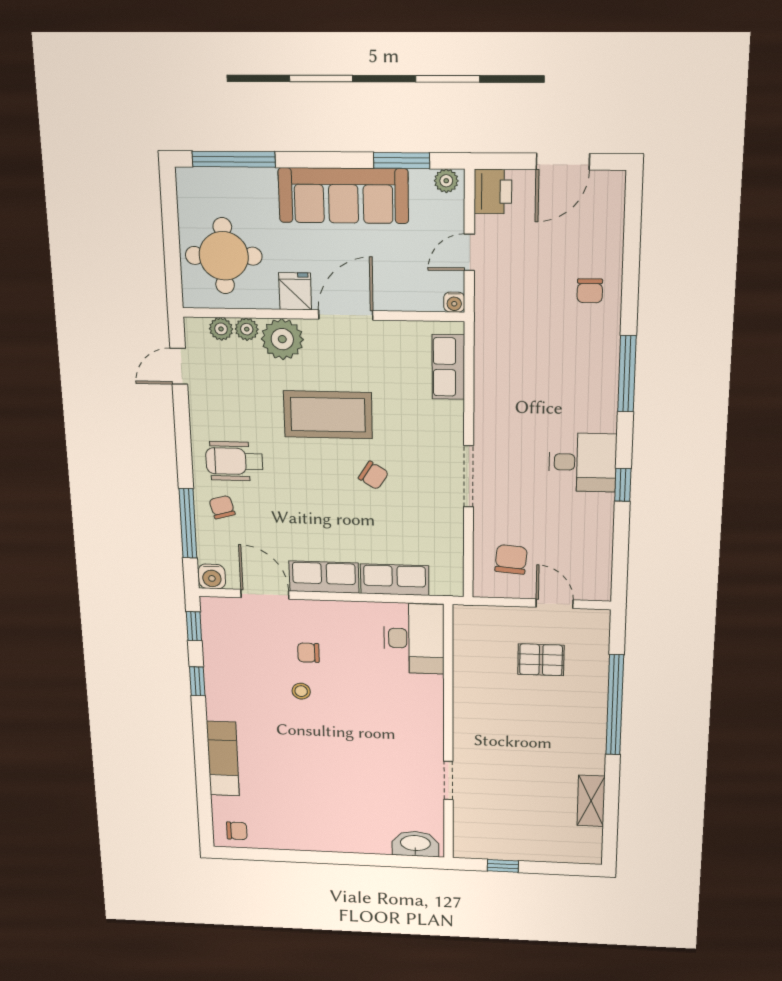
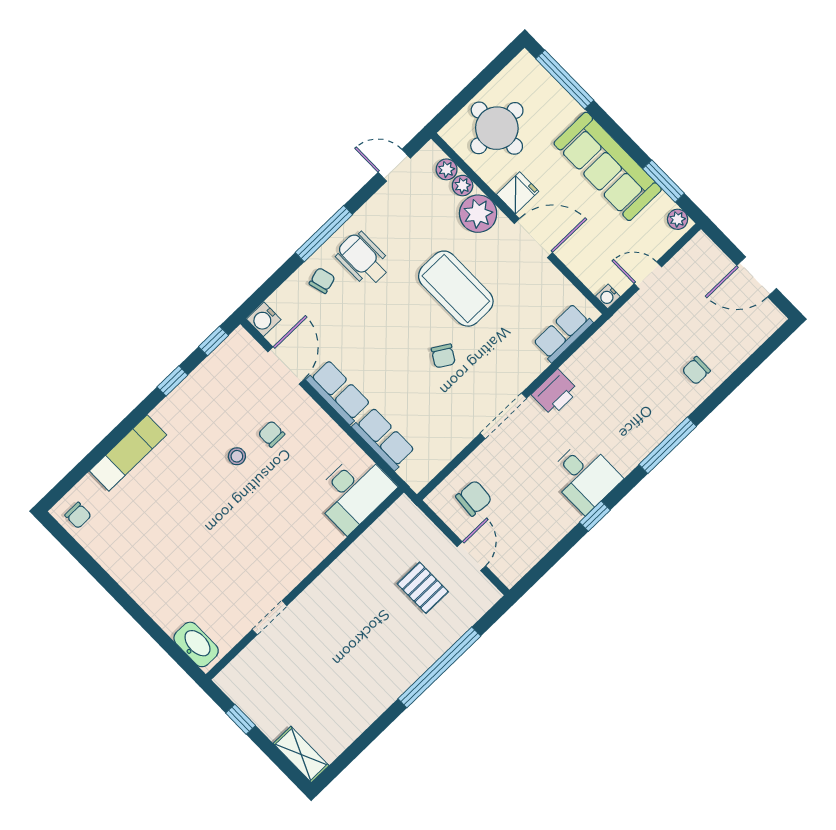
printer: (493, 192) -> (555, 393), moved
window: (188, 523) -> (324, 234), moved
shelving: (591, 801) -> (301, 754), moved, turned 90

